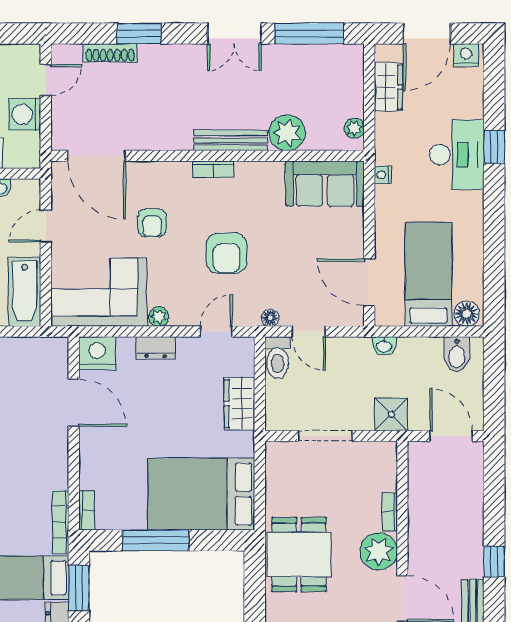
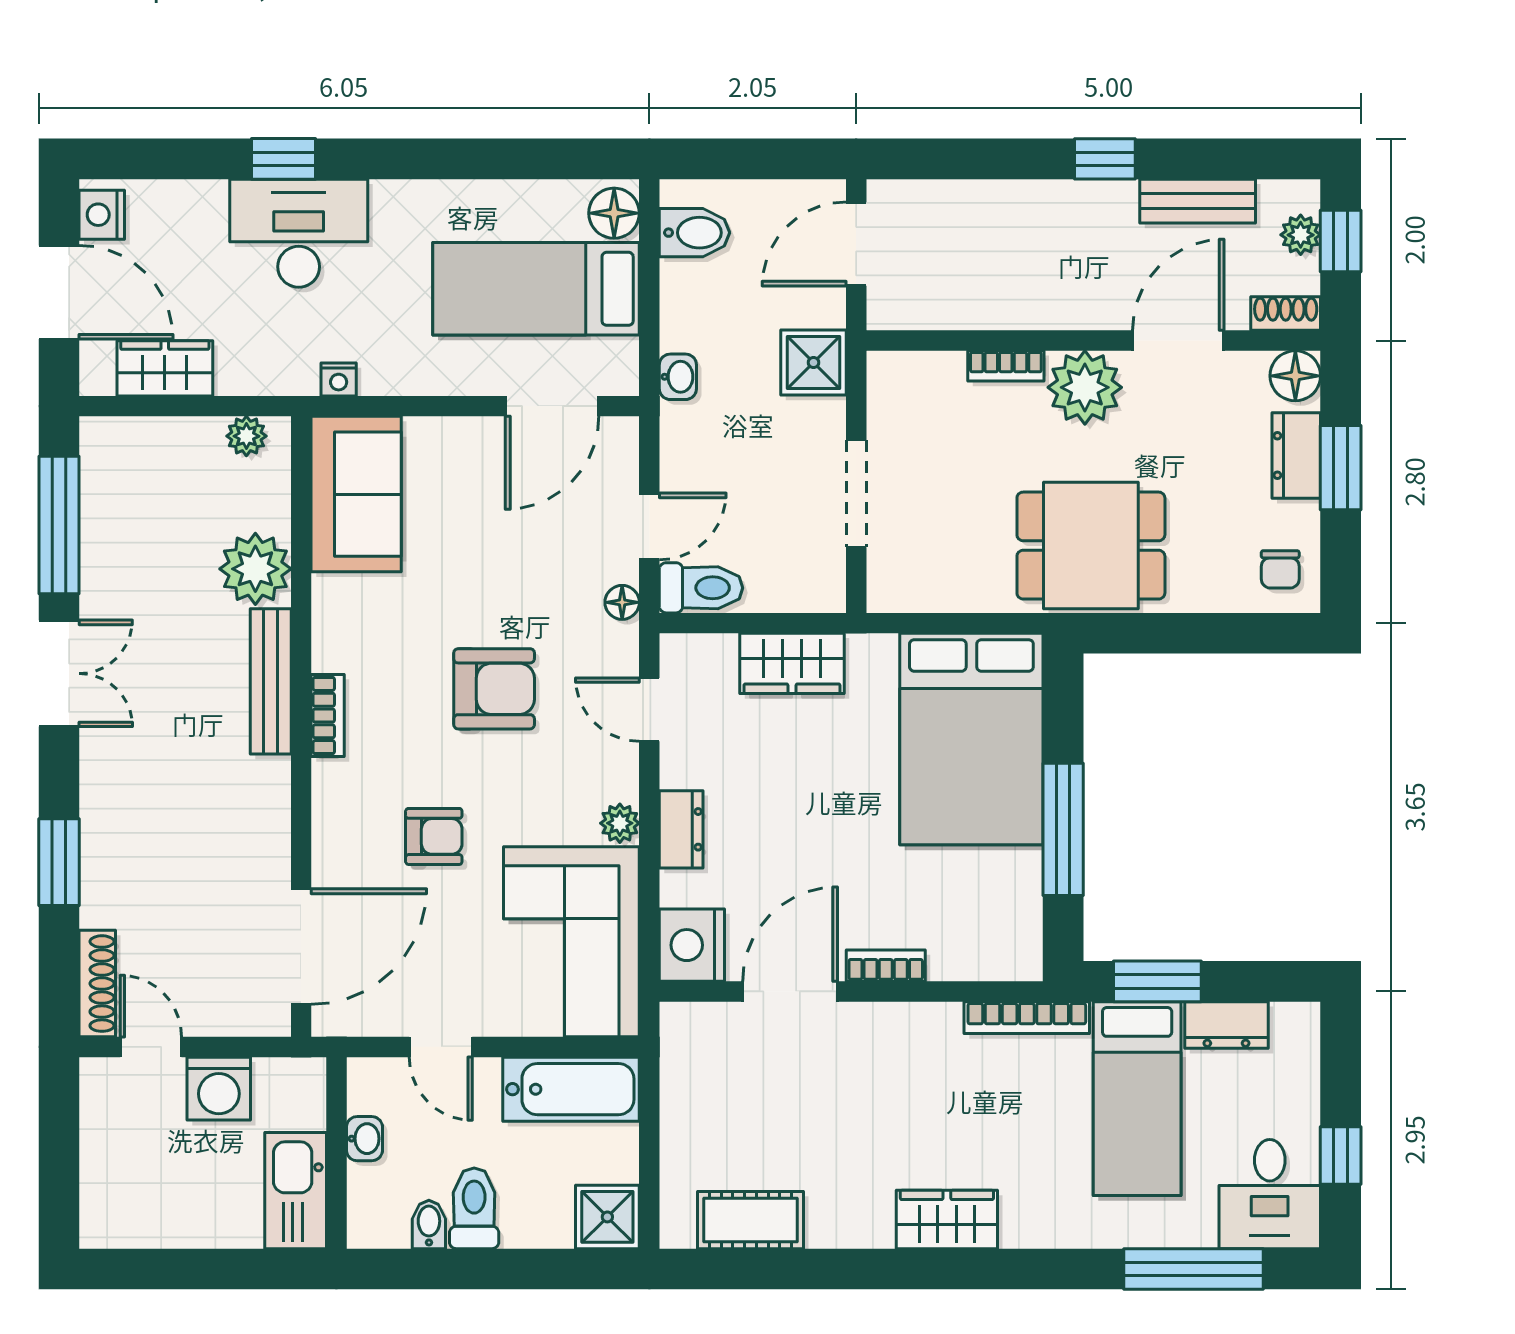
shoe rack: (110, 53) -> (97, 984), moved
bookcase: (87, 510) -> (886, 966), moved

